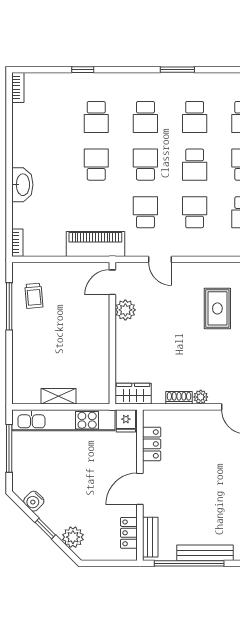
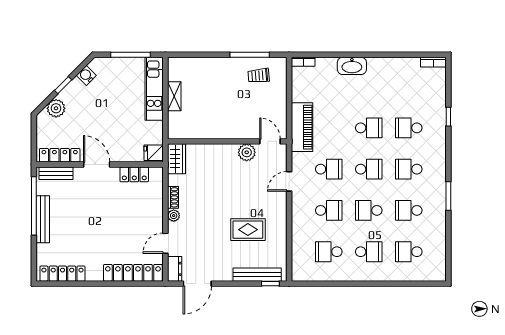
kitchen unit: (63, 420) -> (154, 89), width x0.73
locker: (129, 533) -> (60, 155), width x1.53

